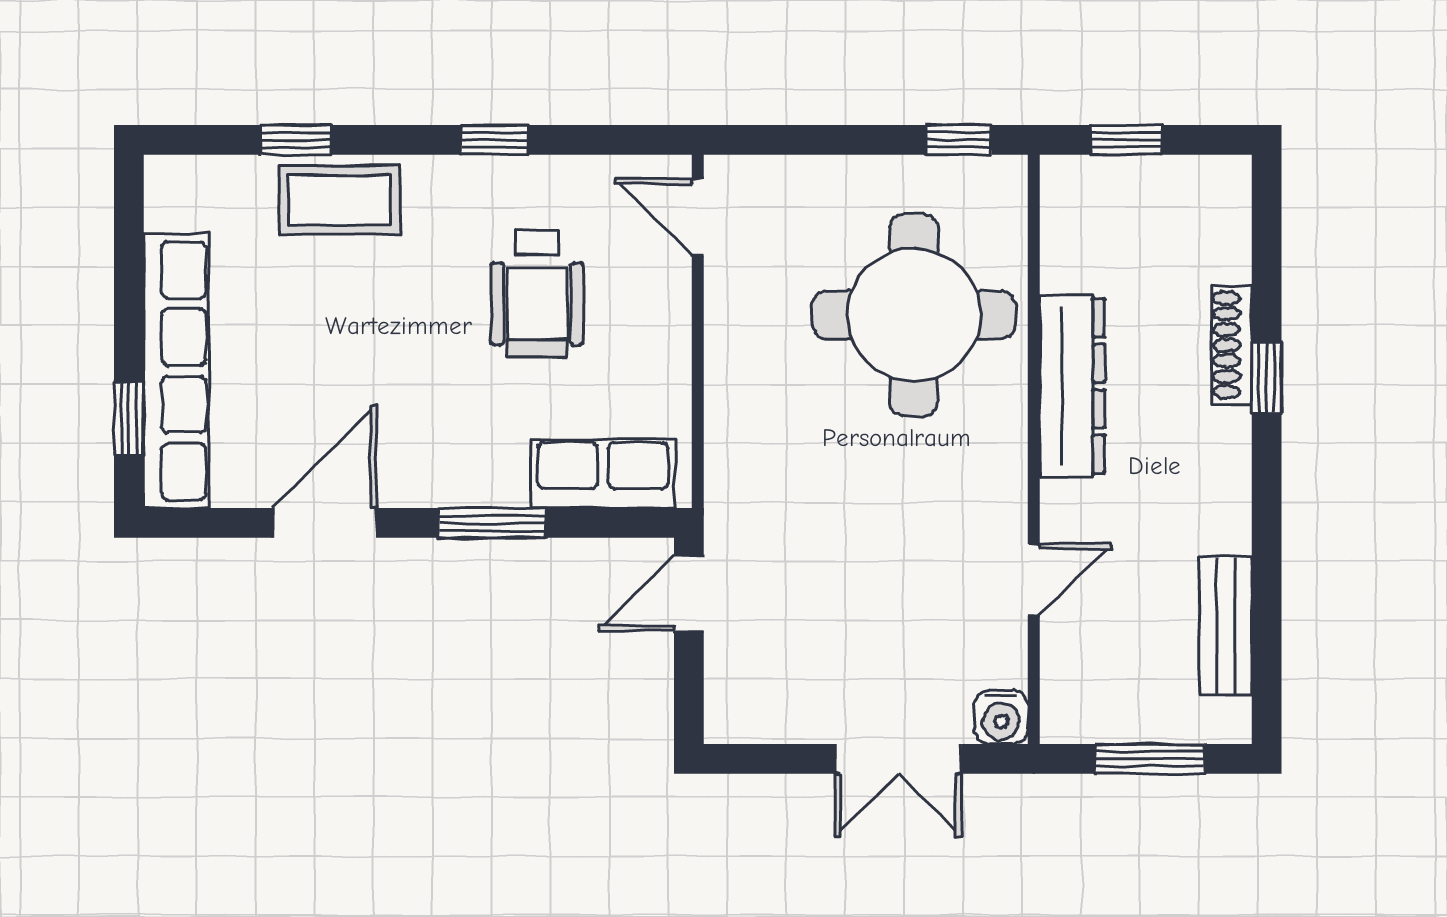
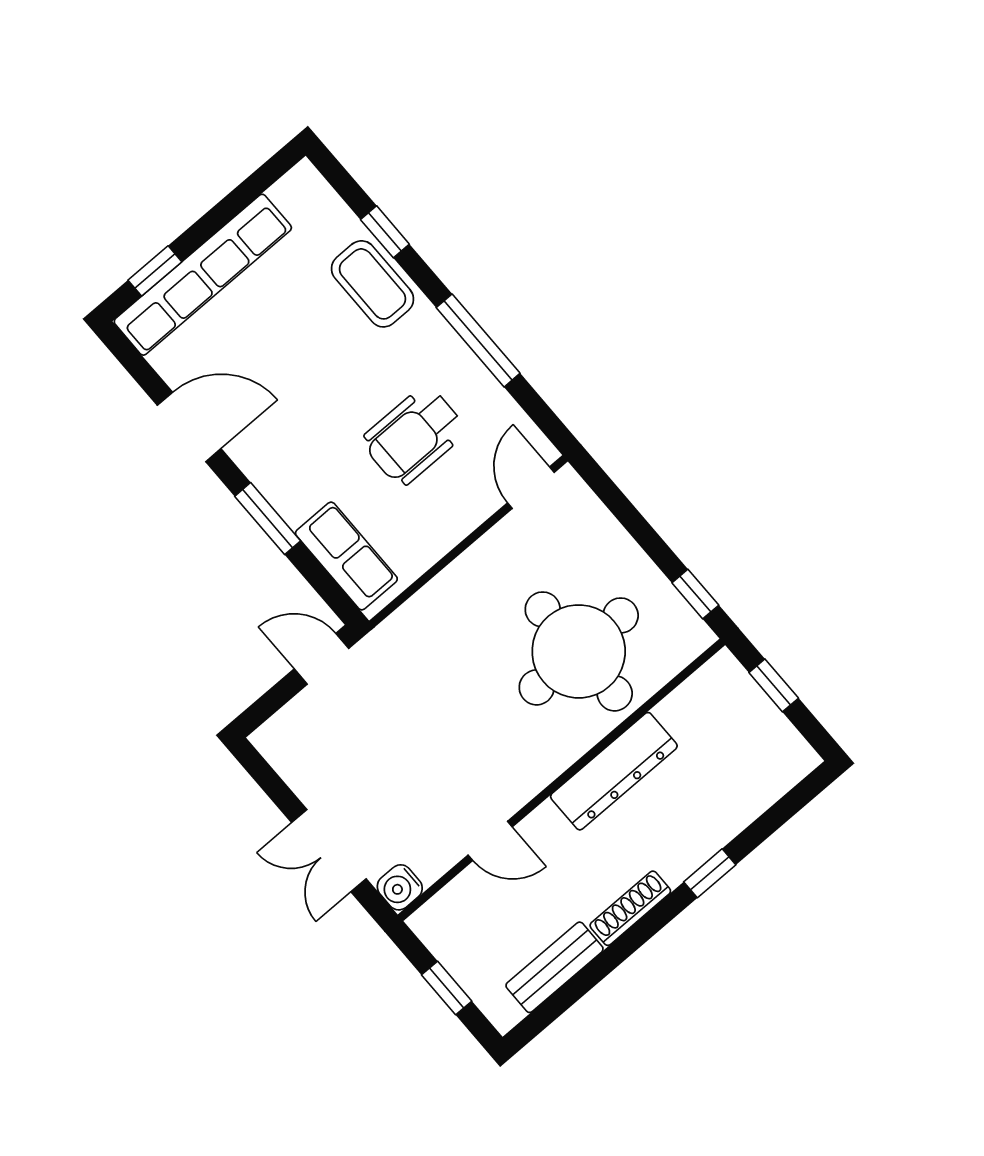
window: (495, 140) -> (478, 340), width x2.17
shoe rack: (1232, 345) -> (630, 908), moved
window: (1150, 759) -> (447, 988), width x0.67

